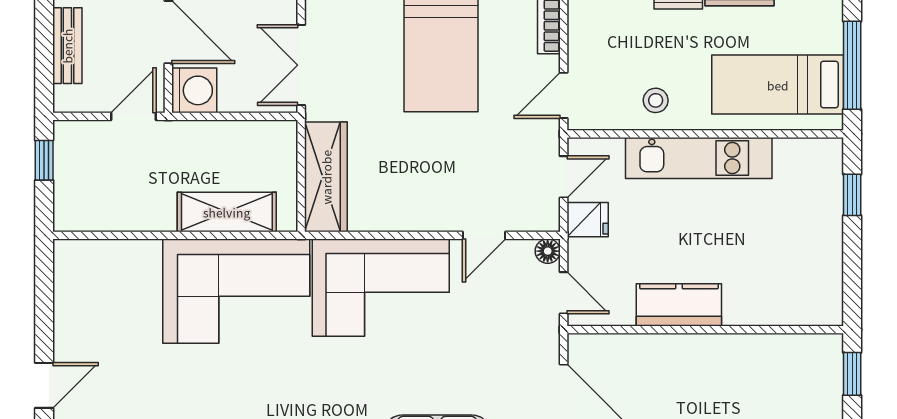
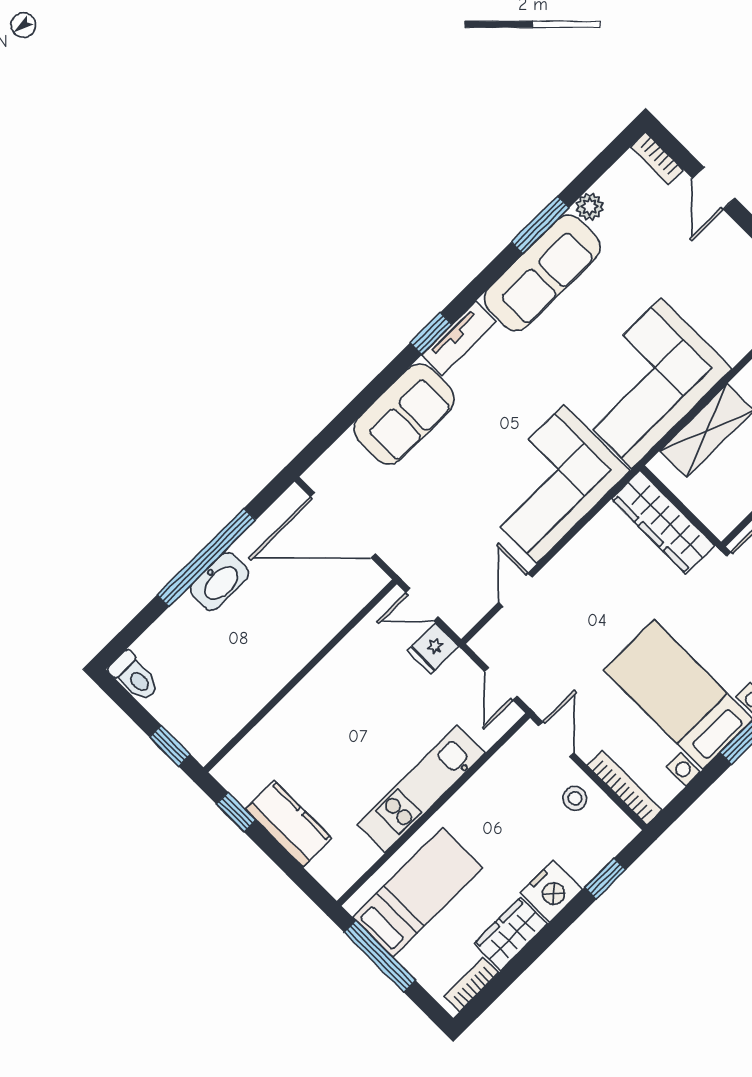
stool: (656, 100) -> (575, 798), moved
window: (852, 195) -> (236, 812), moved
fridge: (588, 220) -> (433, 648), moved
floor lamp: (548, 251) -> (461, 622), removed
kitchen counter: (679, 305) -> (289, 824), moved, turned -90

